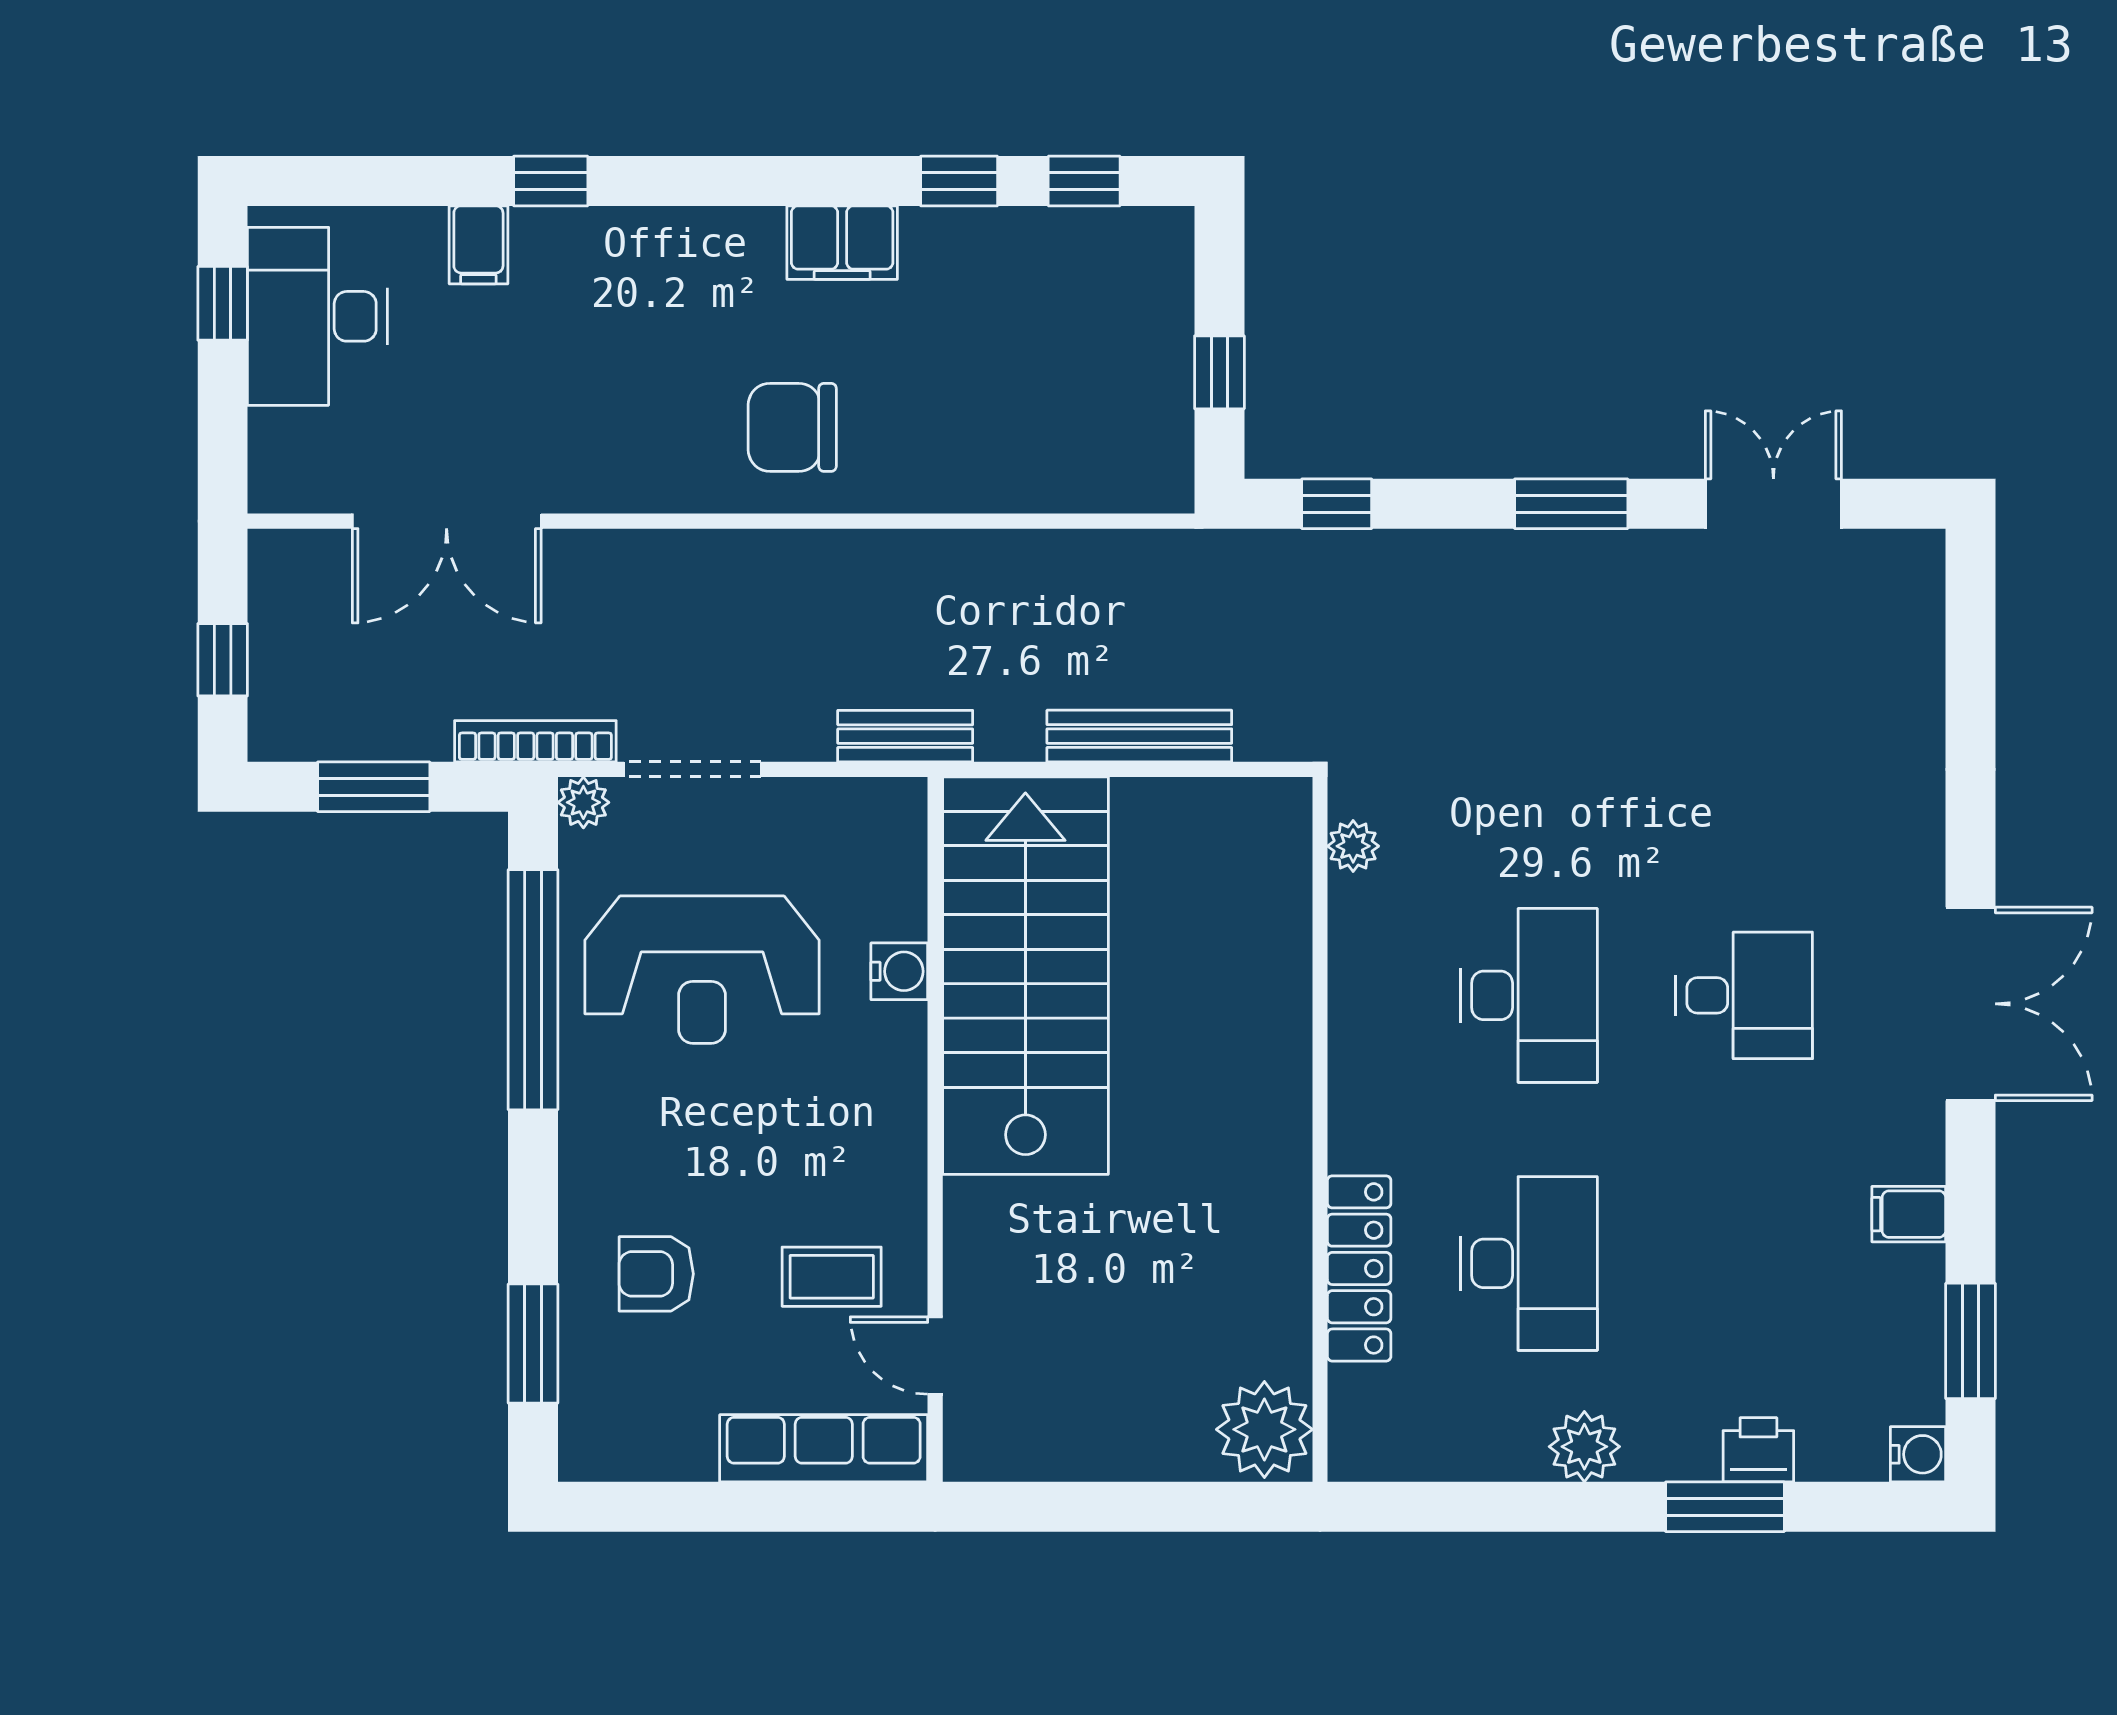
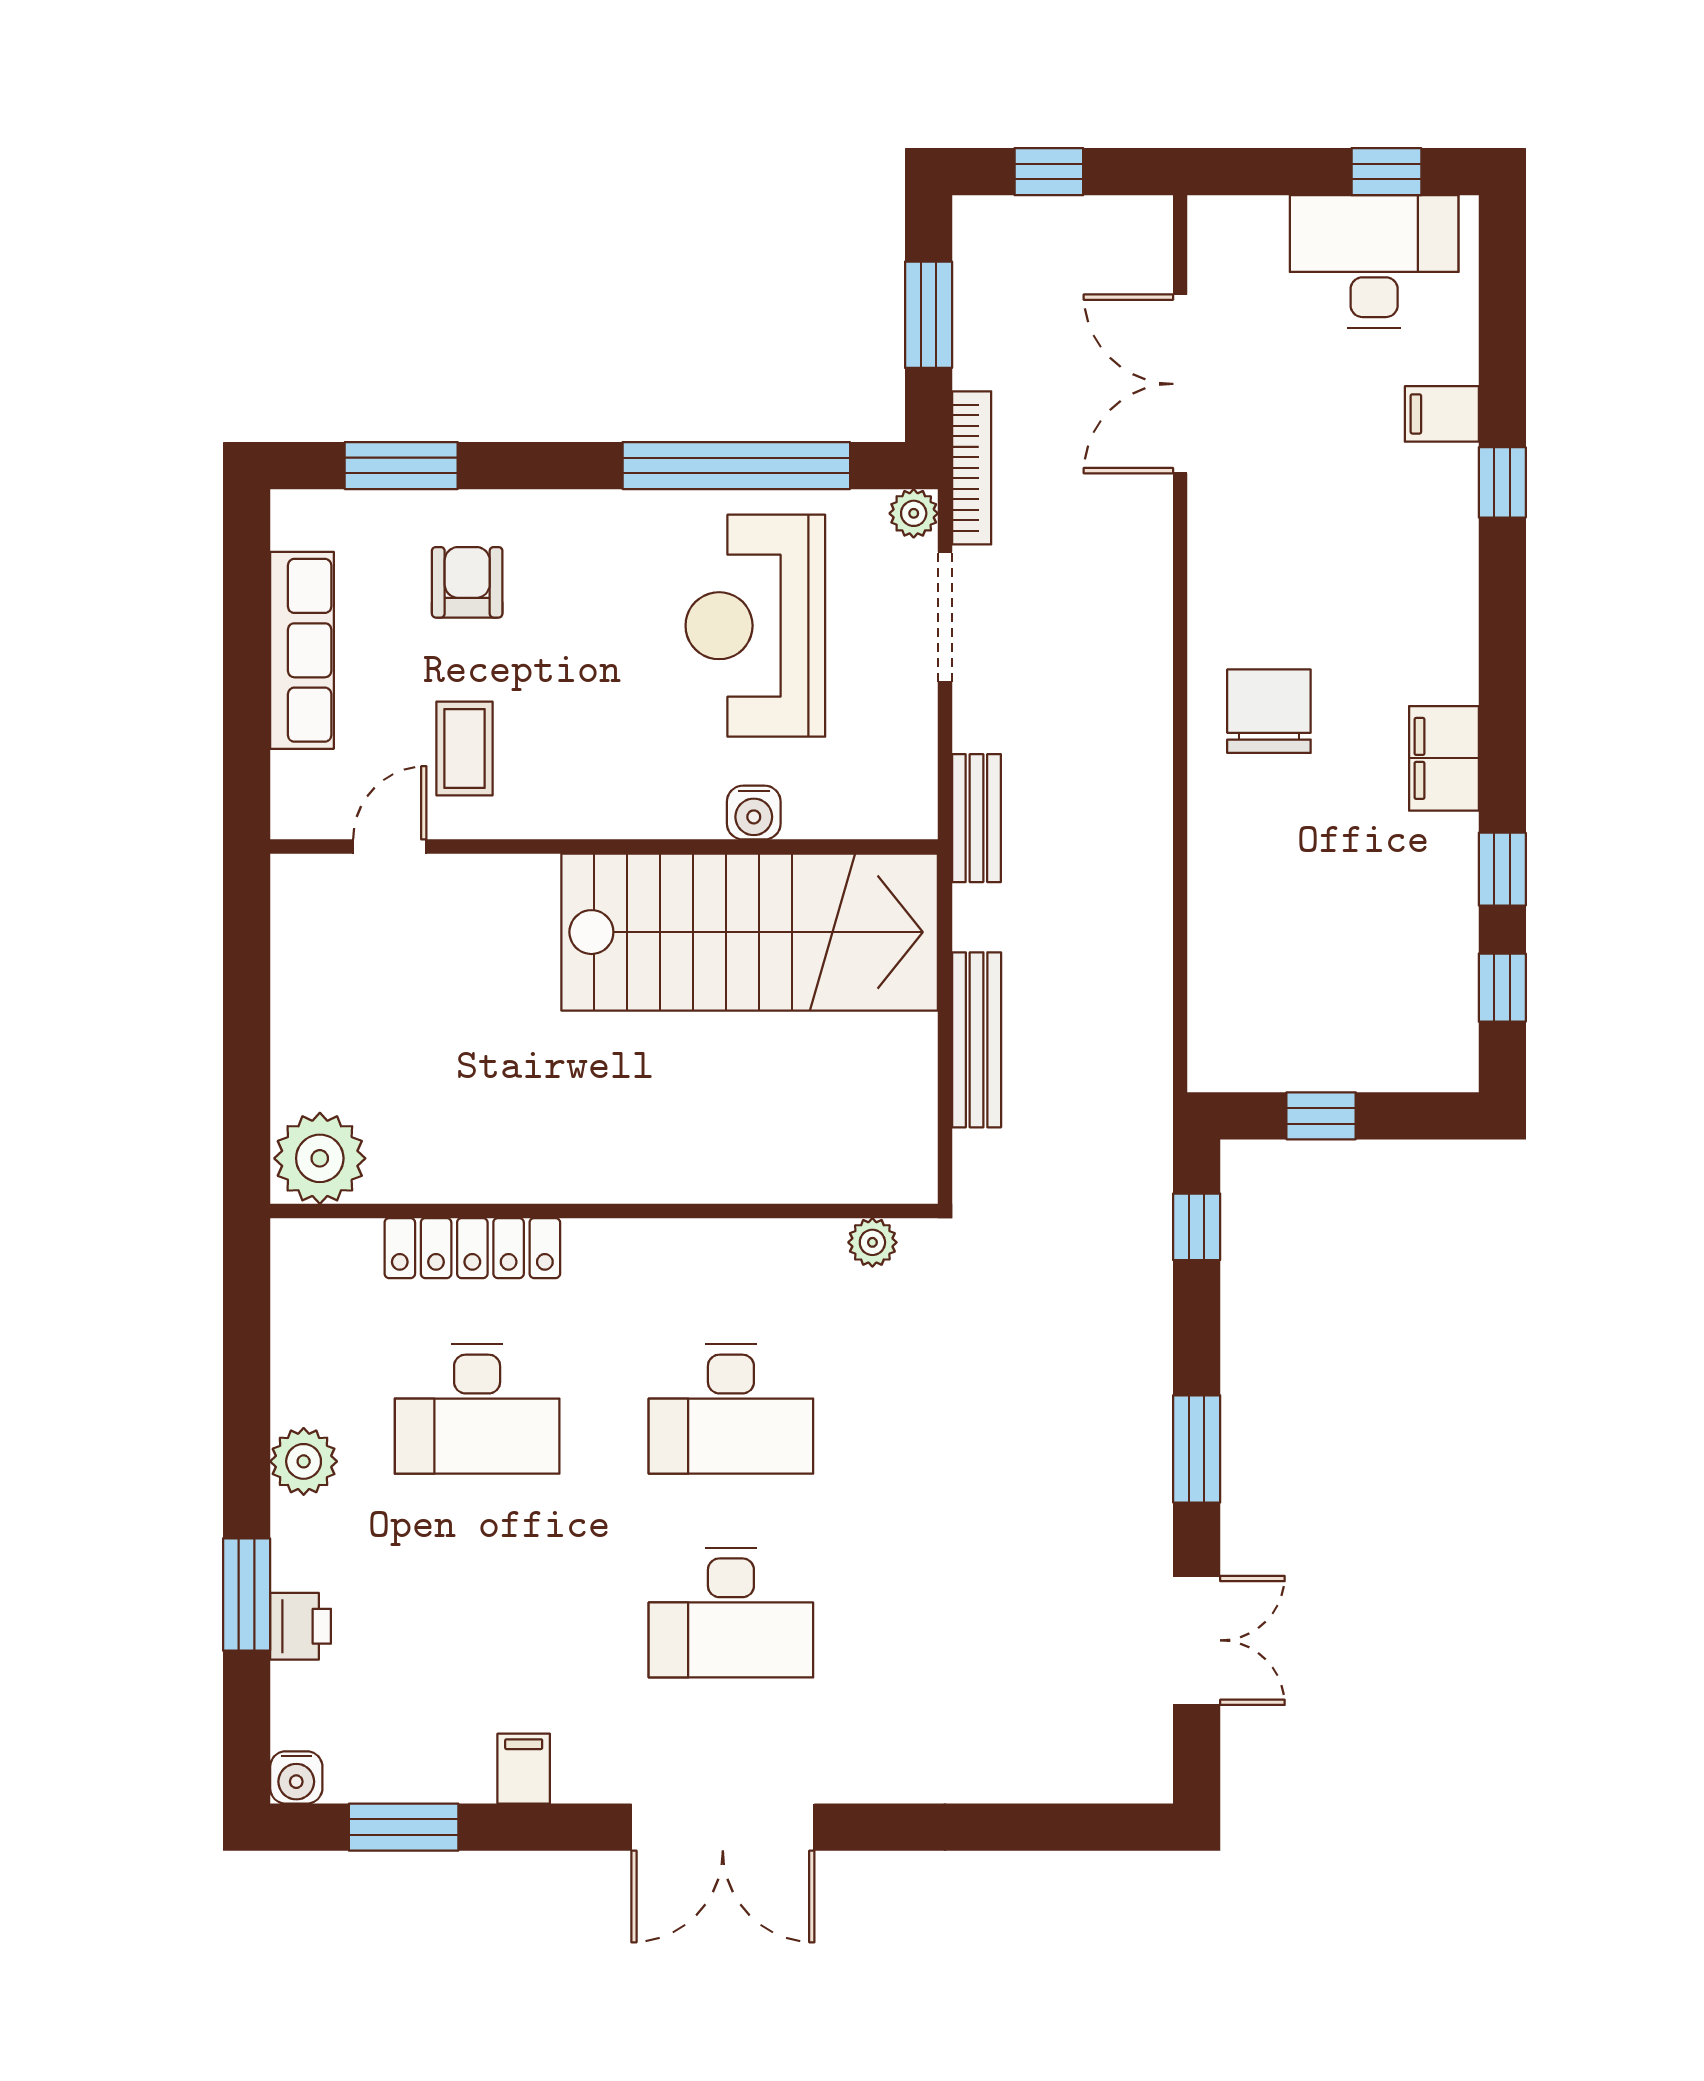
desk: (1744, 995) -> (731, 1613), width x1.37
row of seats: (824, 1448) -> (302, 650), moved

